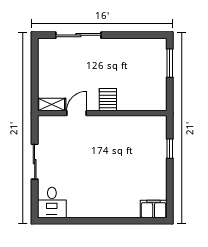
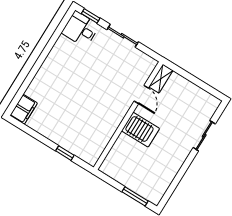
sliding door: (78, 35) -> (204, 136), width x0.73
server rack: (108, 100) -> (141, 130), width x1.36, depth x1.44
window: (35, 201) -> (91, 16), added

